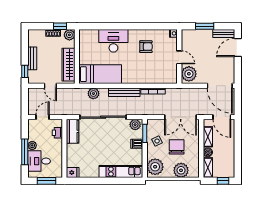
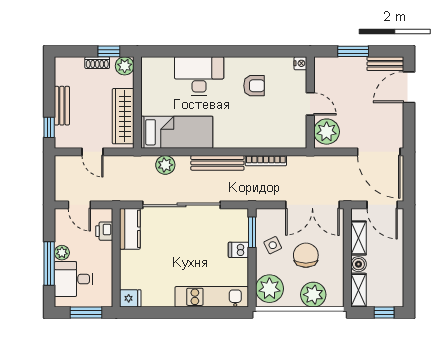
door: (43, 117) -> (79, 205), swing flipped
plant: (135, 125) -> (236, 217), removed

